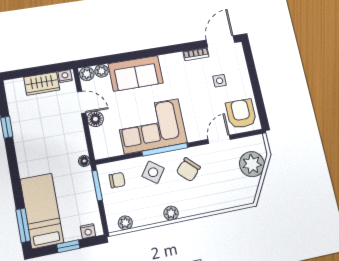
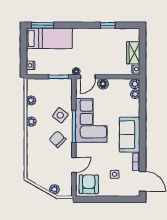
sofa: (136, 73) -> (130, 135), moved
door: (82, 102) -> (88, 77), moved
armchair: (241, 114) -> (89, 184), turned -90
door: (219, 139) -> (74, 165), hinge flipped
plant: (252, 164) -> (54, 189), width x0.53, depth x0.53
chair: (117, 180) -> (60, 90), removed
plant: (125, 223) -> (31, 100), moved
window: (68, 246) -> (24, 51), removed

